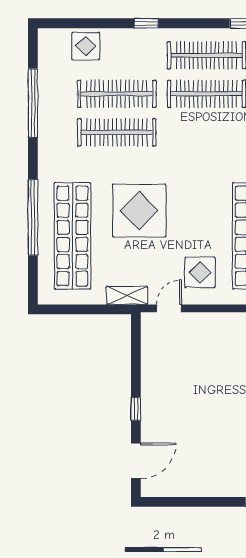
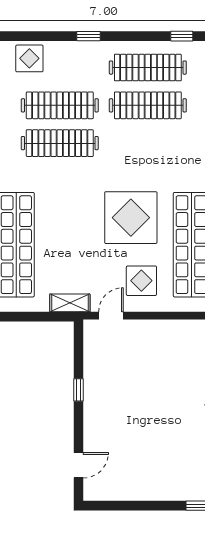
display table: (139, 211) -> (131, 218), moved
window: (136, 409) -> (79, 390), moved
door: (136, 461) -> (79, 465), width x0.73

